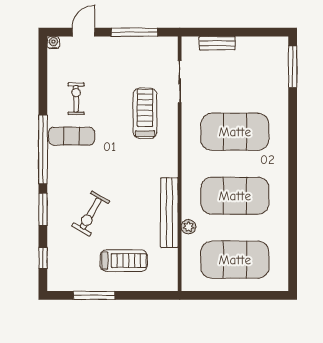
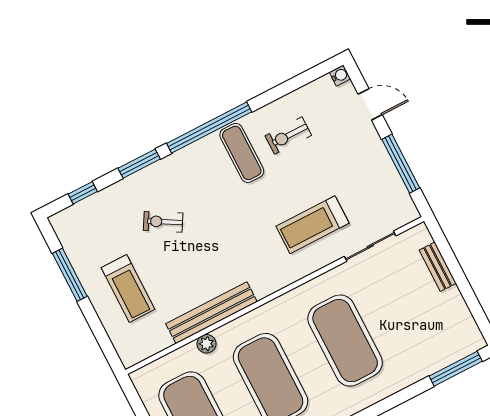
exercise bike: (76, 99) -> (288, 136), turned 180
treadmill: (145, 113) -> (313, 225), turned 180
exercise bike: (91, 214) -> (163, 222), width x0.73, depth x0.72

